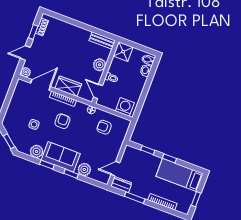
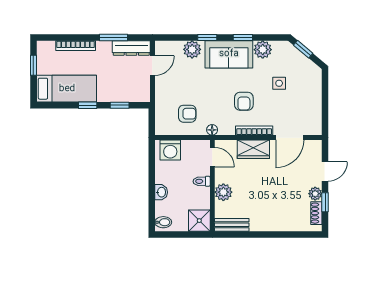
washbasin: (146, 70) -> (161, 192), moved
plant: (26, 72) -> (315, 194), moved
dresser: (121, 185) -> (131, 48), width x1.44

